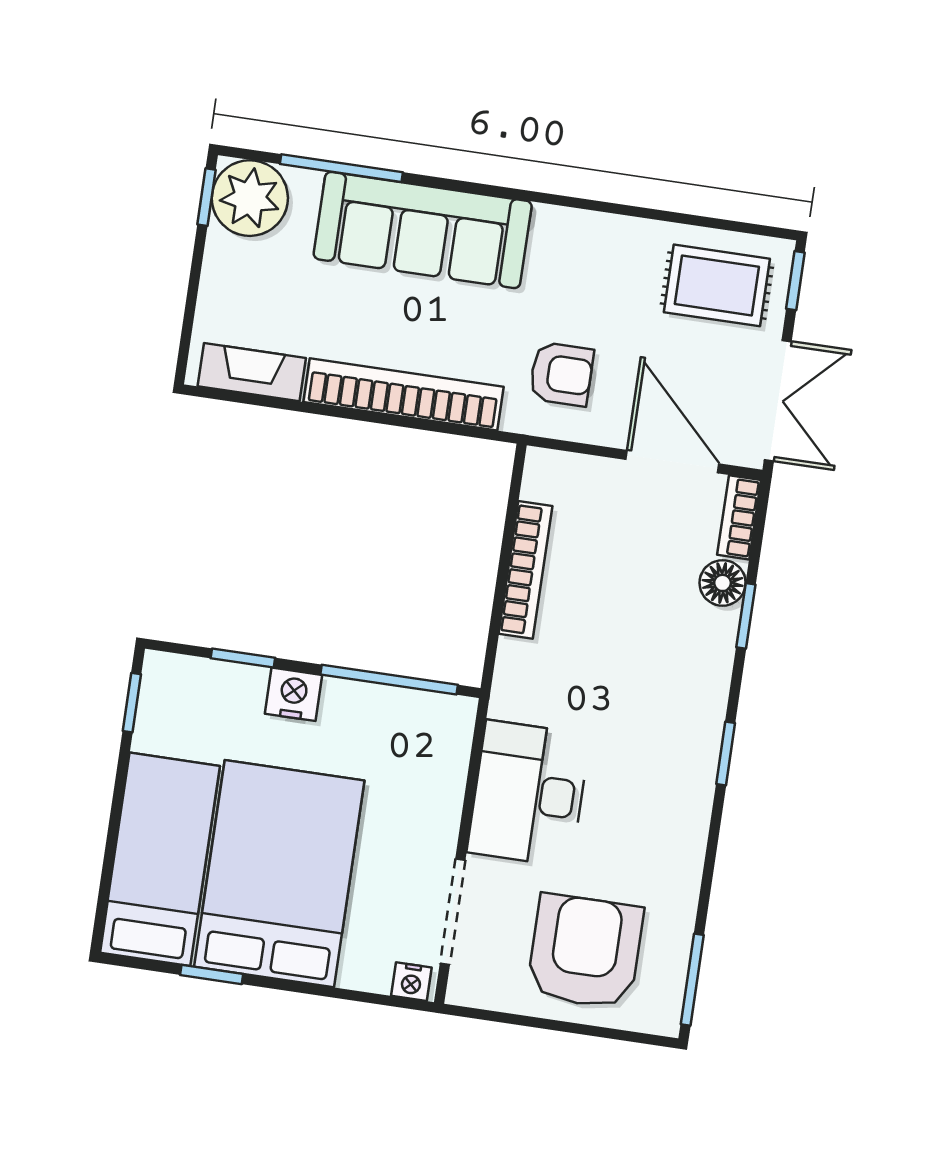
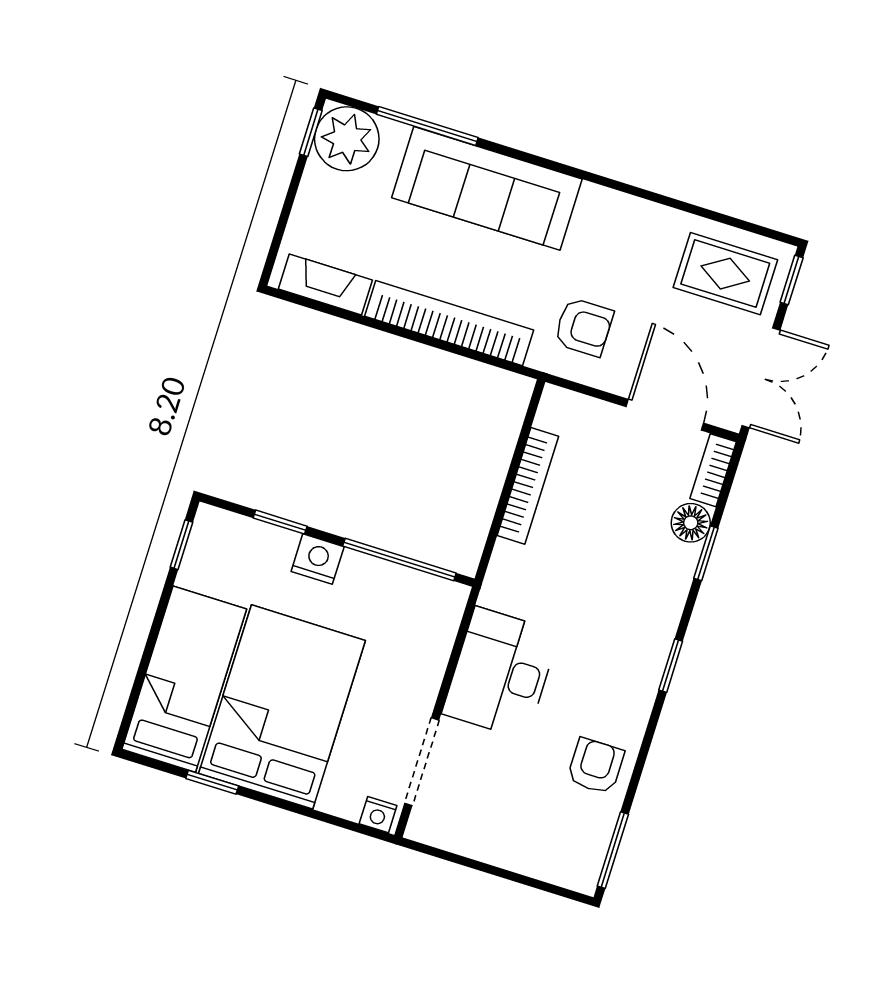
armchair: (585, 952) -> (596, 766), moved, width x0.53, depth x0.53

